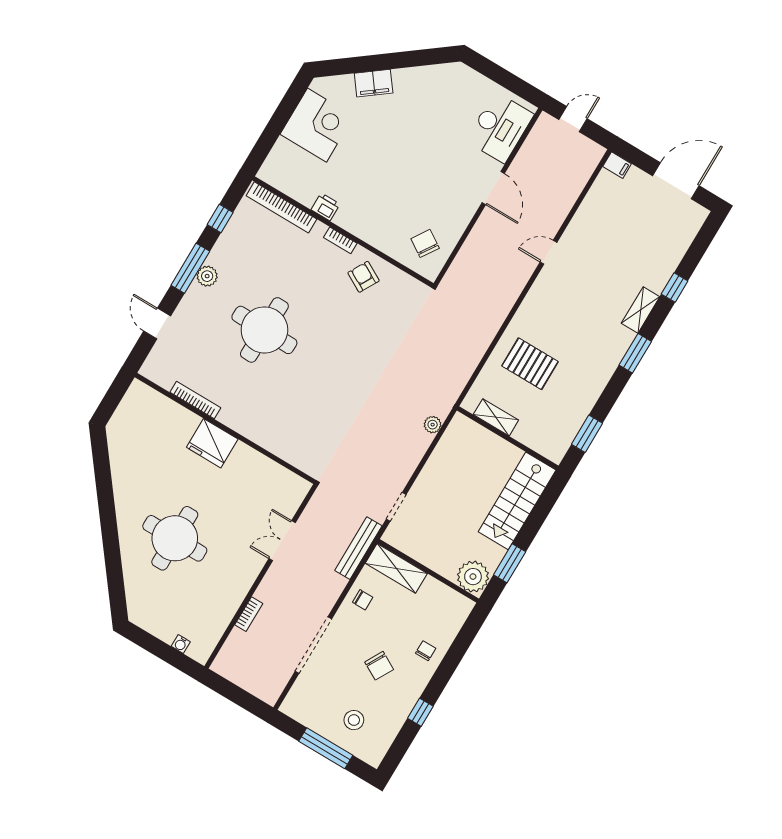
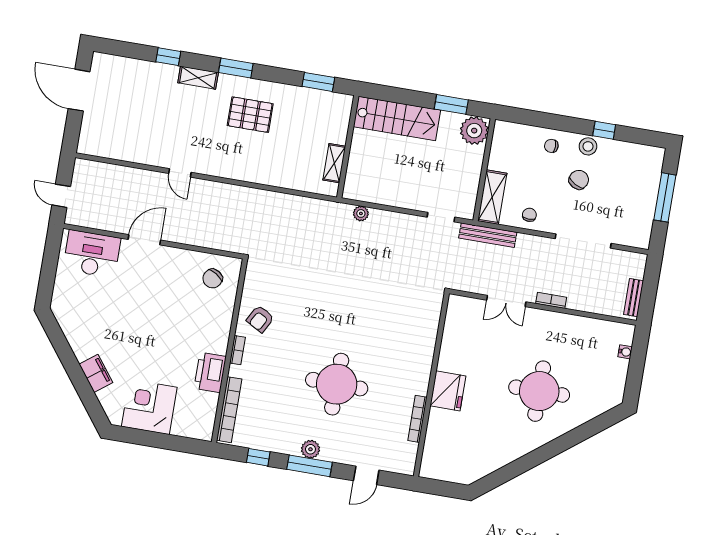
filing cabinet: (617, 165) -> (85, 144), removed
printer: (326, 207) -> (210, 372), width x1.87, depth x1.48
pallet: (530, 364) -> (250, 115), moved, turned 90
bookcase: (249, 614) -> (551, 300), moved
bench: (234, 675) -> (634, 298), added
stool: (354, 720) -> (588, 146), moved

